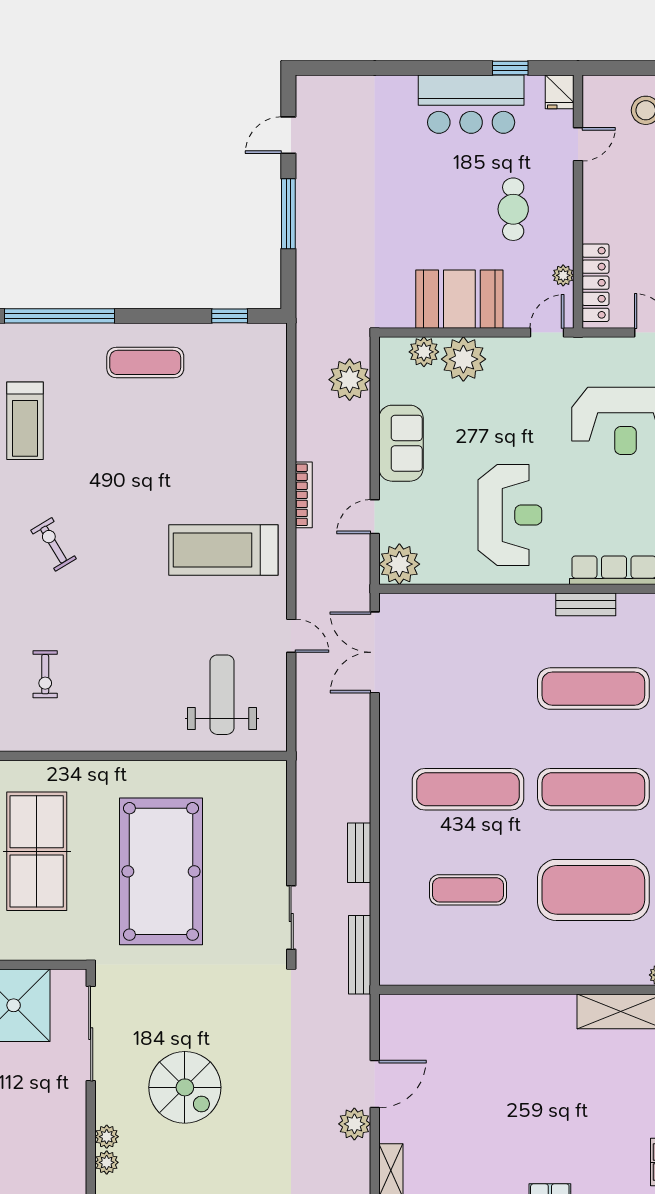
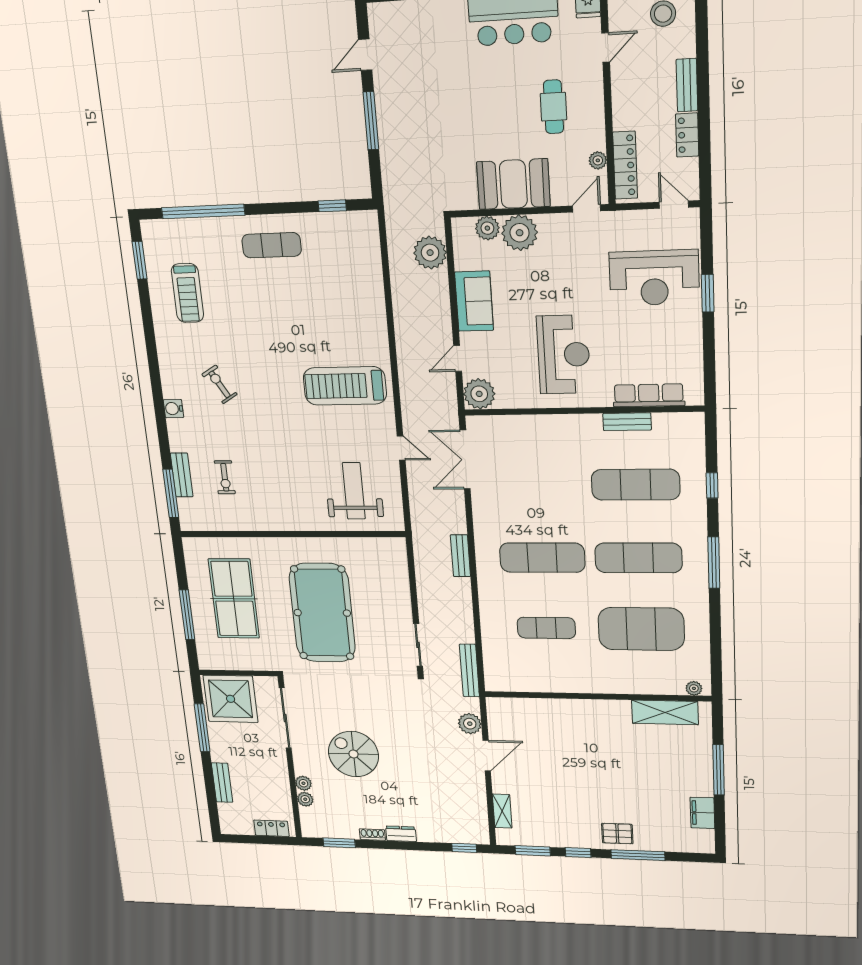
bookcase: (304, 495) -> (402, 343), removed
bench: (359, 853) -> (460, 556), moved
spiral stairs: (185, 1087) -> (353, 754), turned 180
plant: (354, 1124) -> (470, 724), moved

